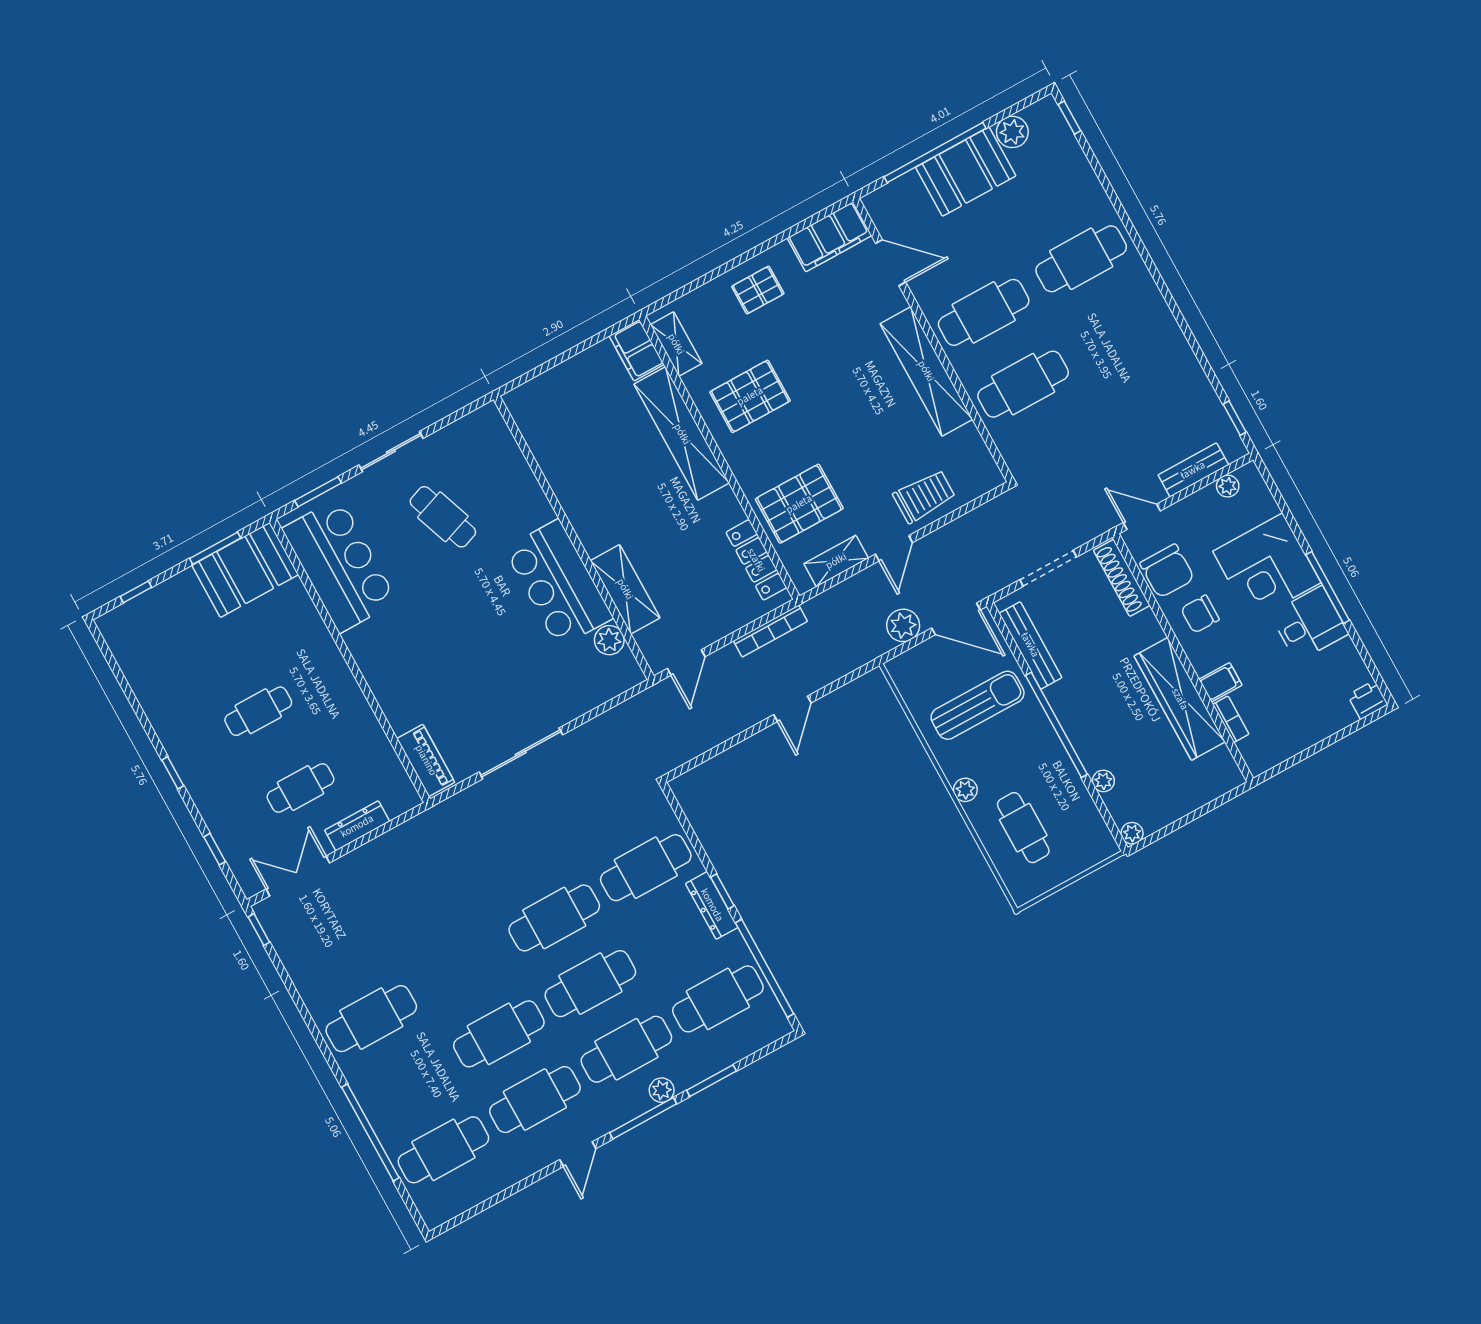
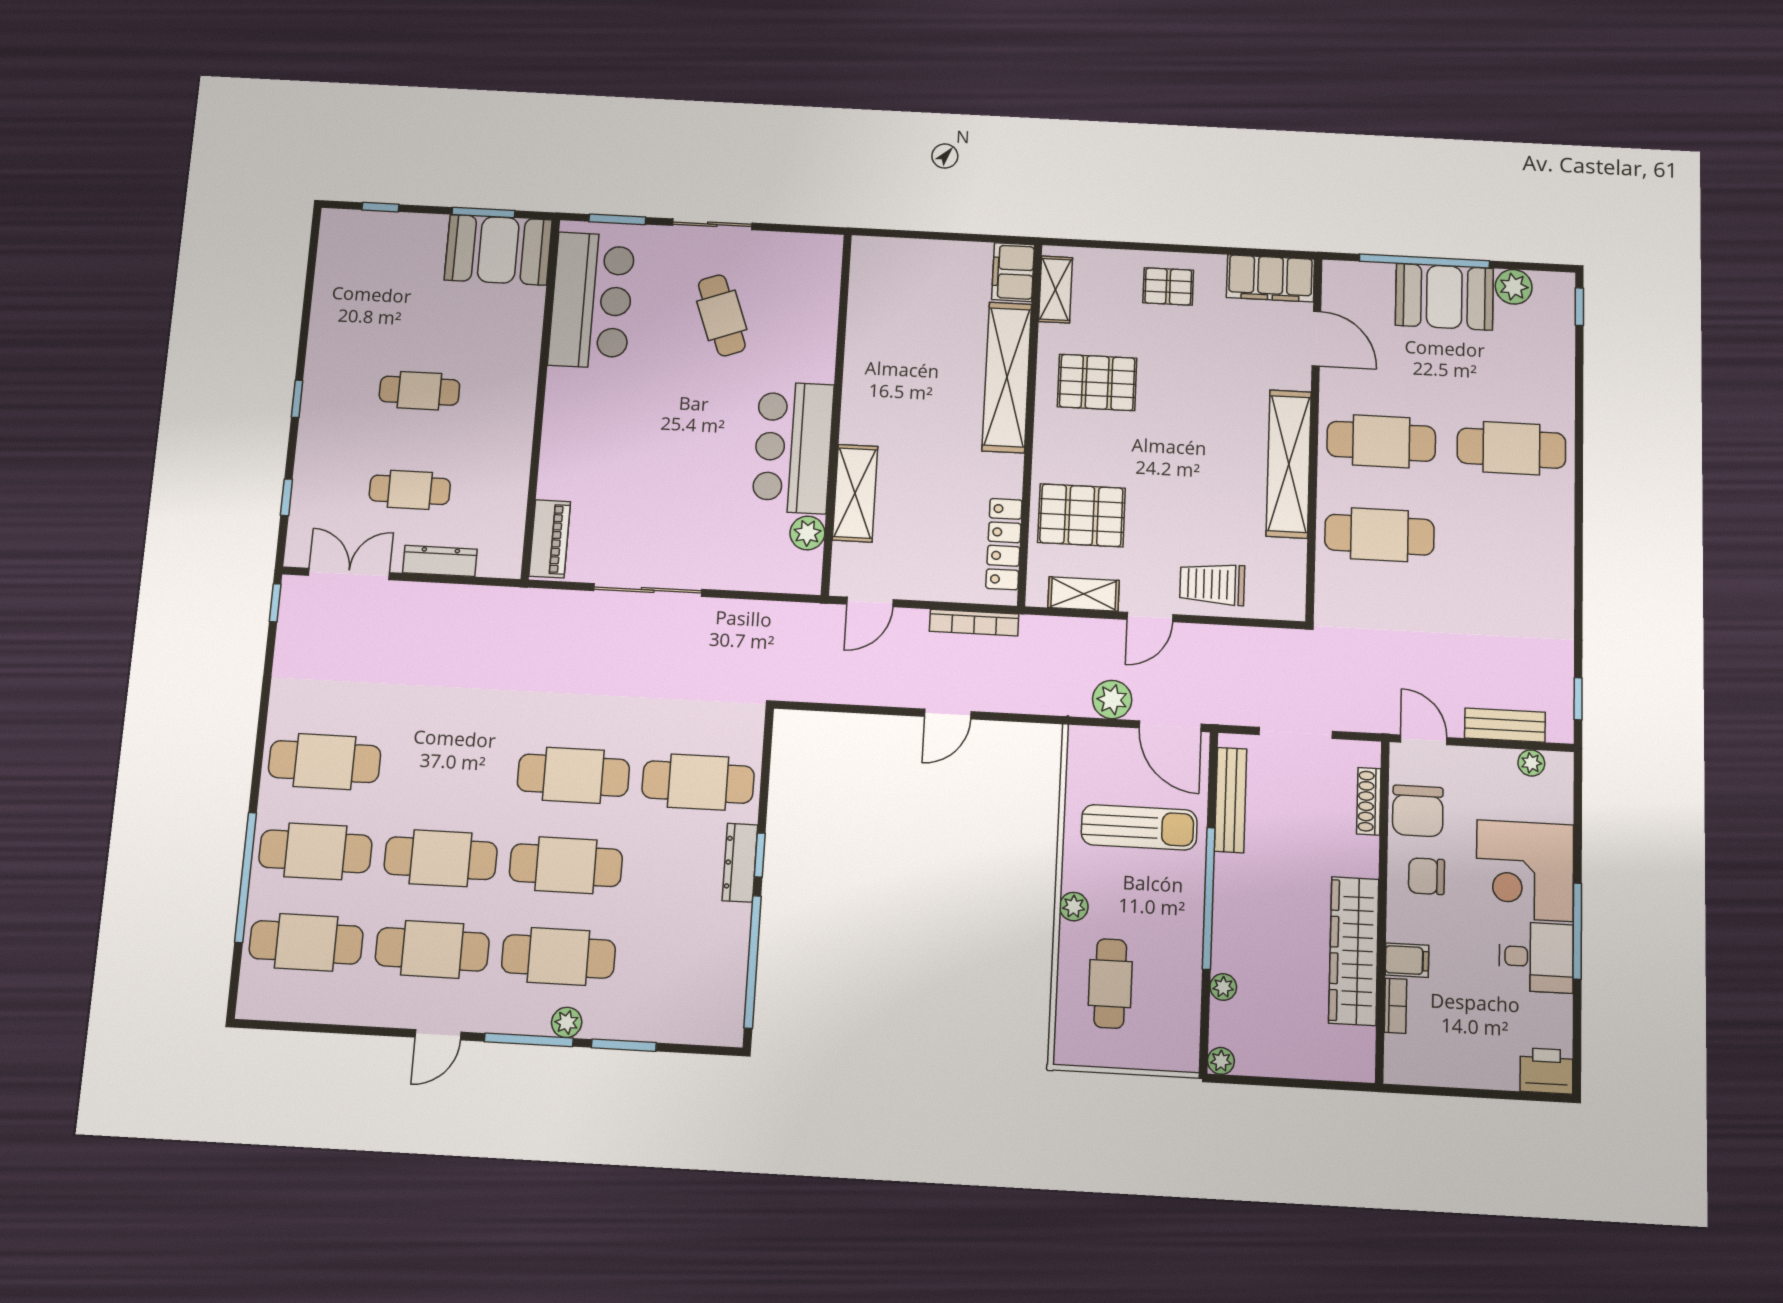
trolley: (924, 496) -> (1212, 584), turned 180
shoe rack: (1122, 578) -> (1369, 801), width x0.74, depth x0.81
printer: (1368, 700) -> (1546, 1071), width x1.36, depth x1.24
cafe table: (718, 999) -> (315, 851), moved

